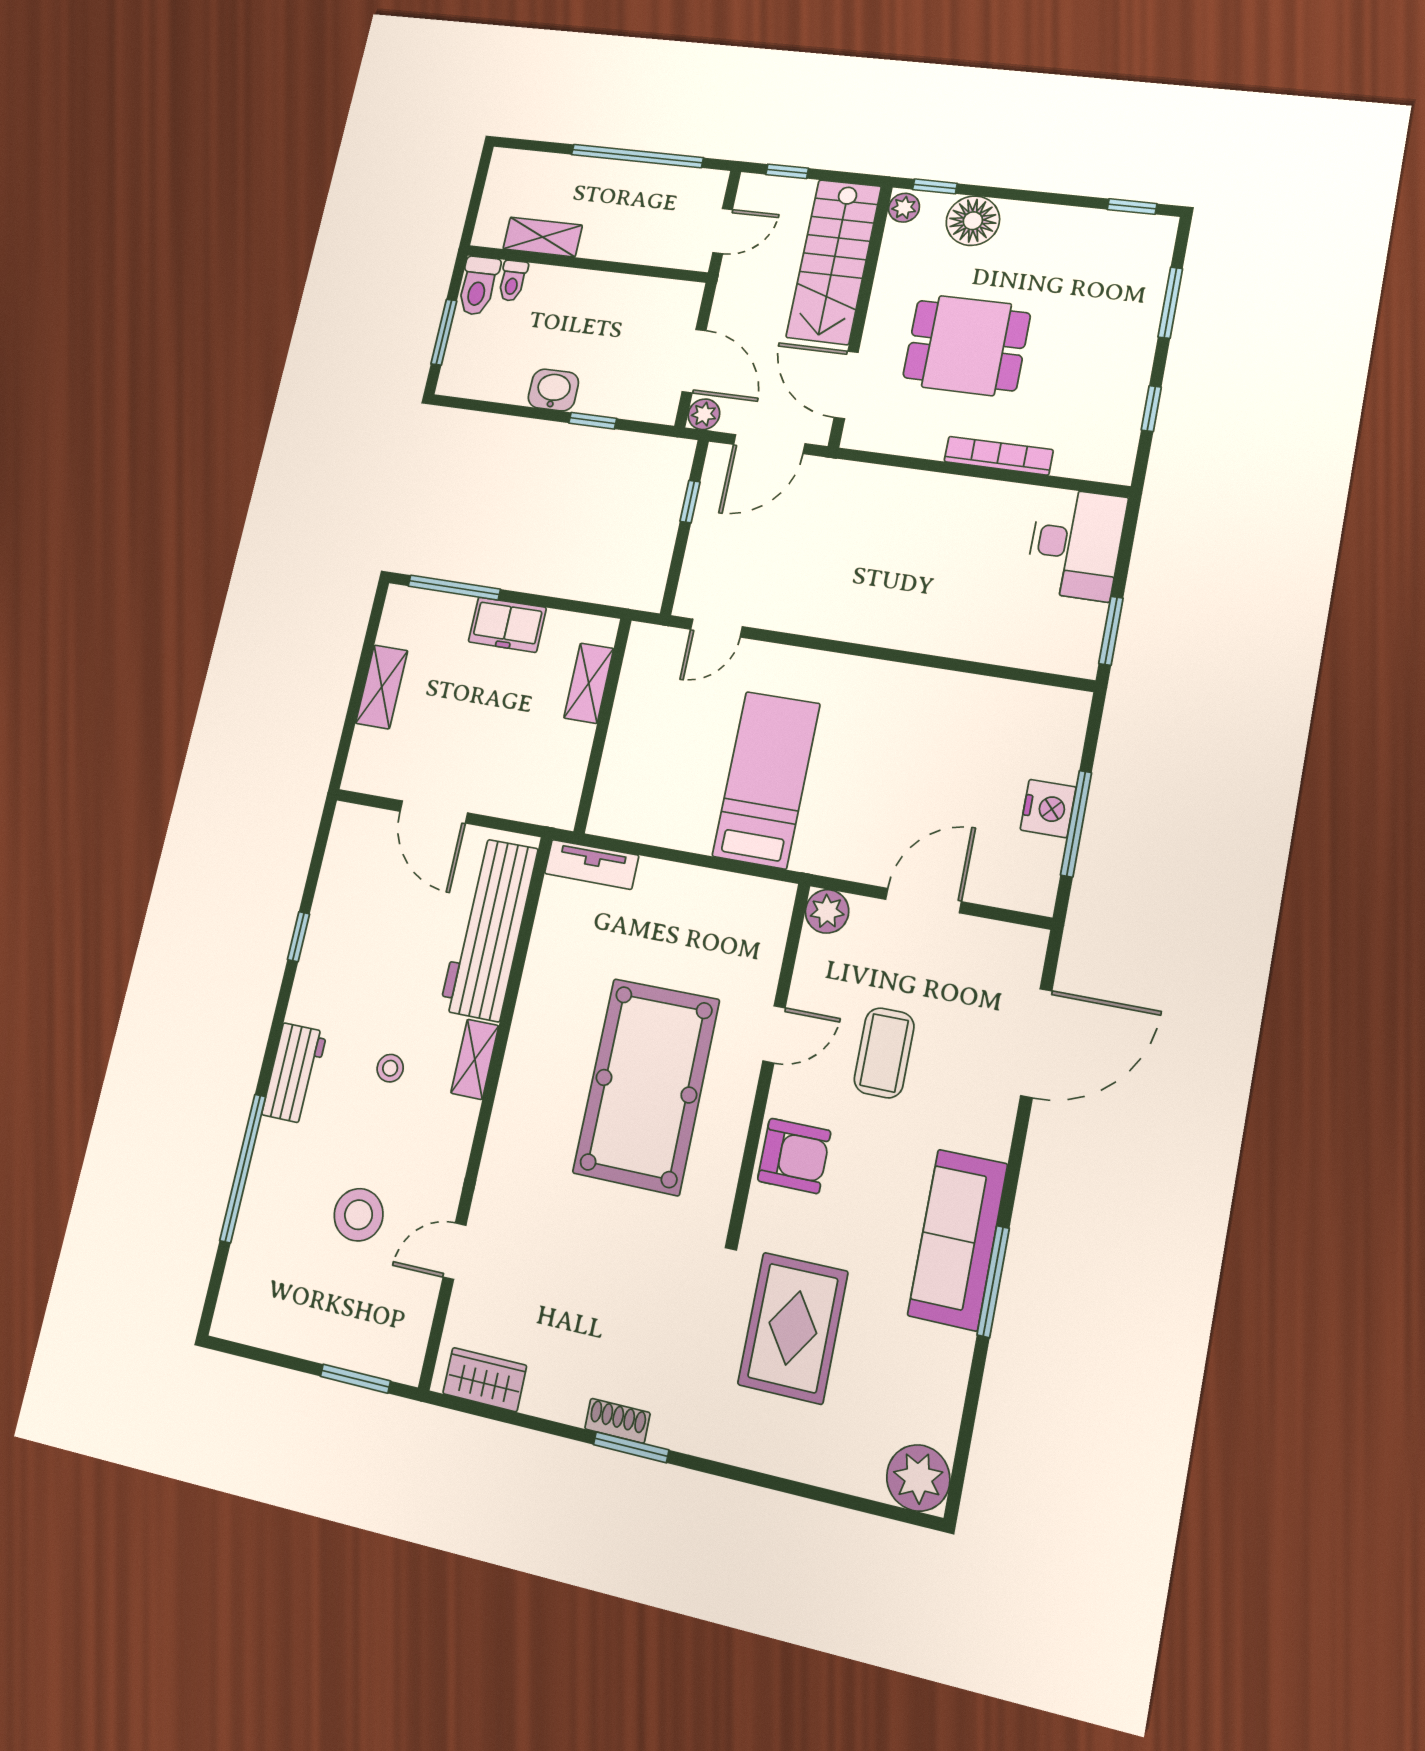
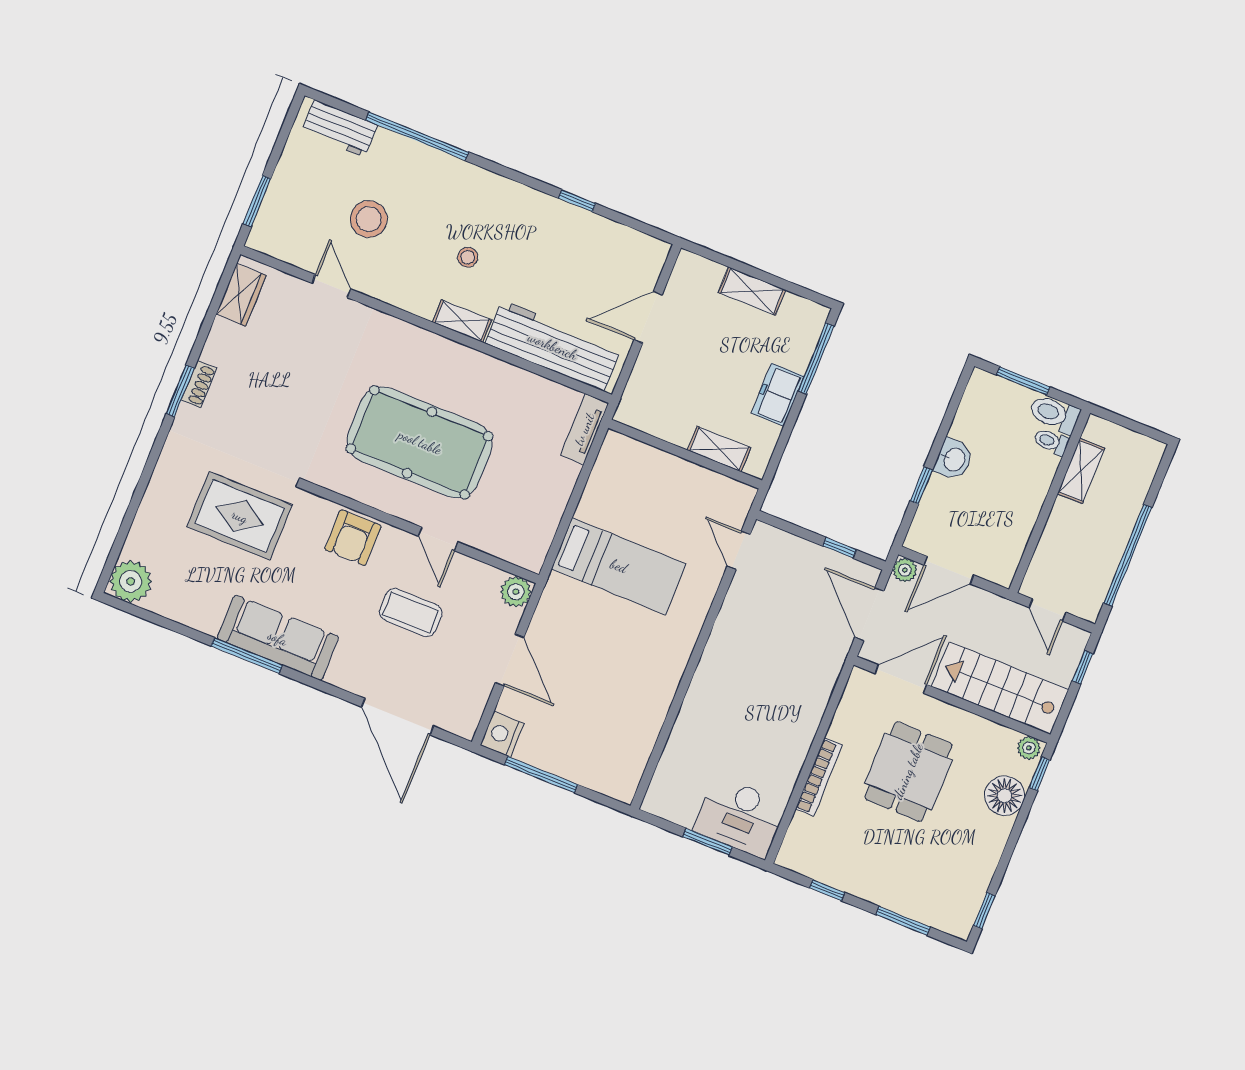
window: (1111, 631) -> (708, 842), moved
nightstand: (1048, 808) -> (502, 734), moved, turned 90
workbench: (294, 1073) -> (339, 128), moved

